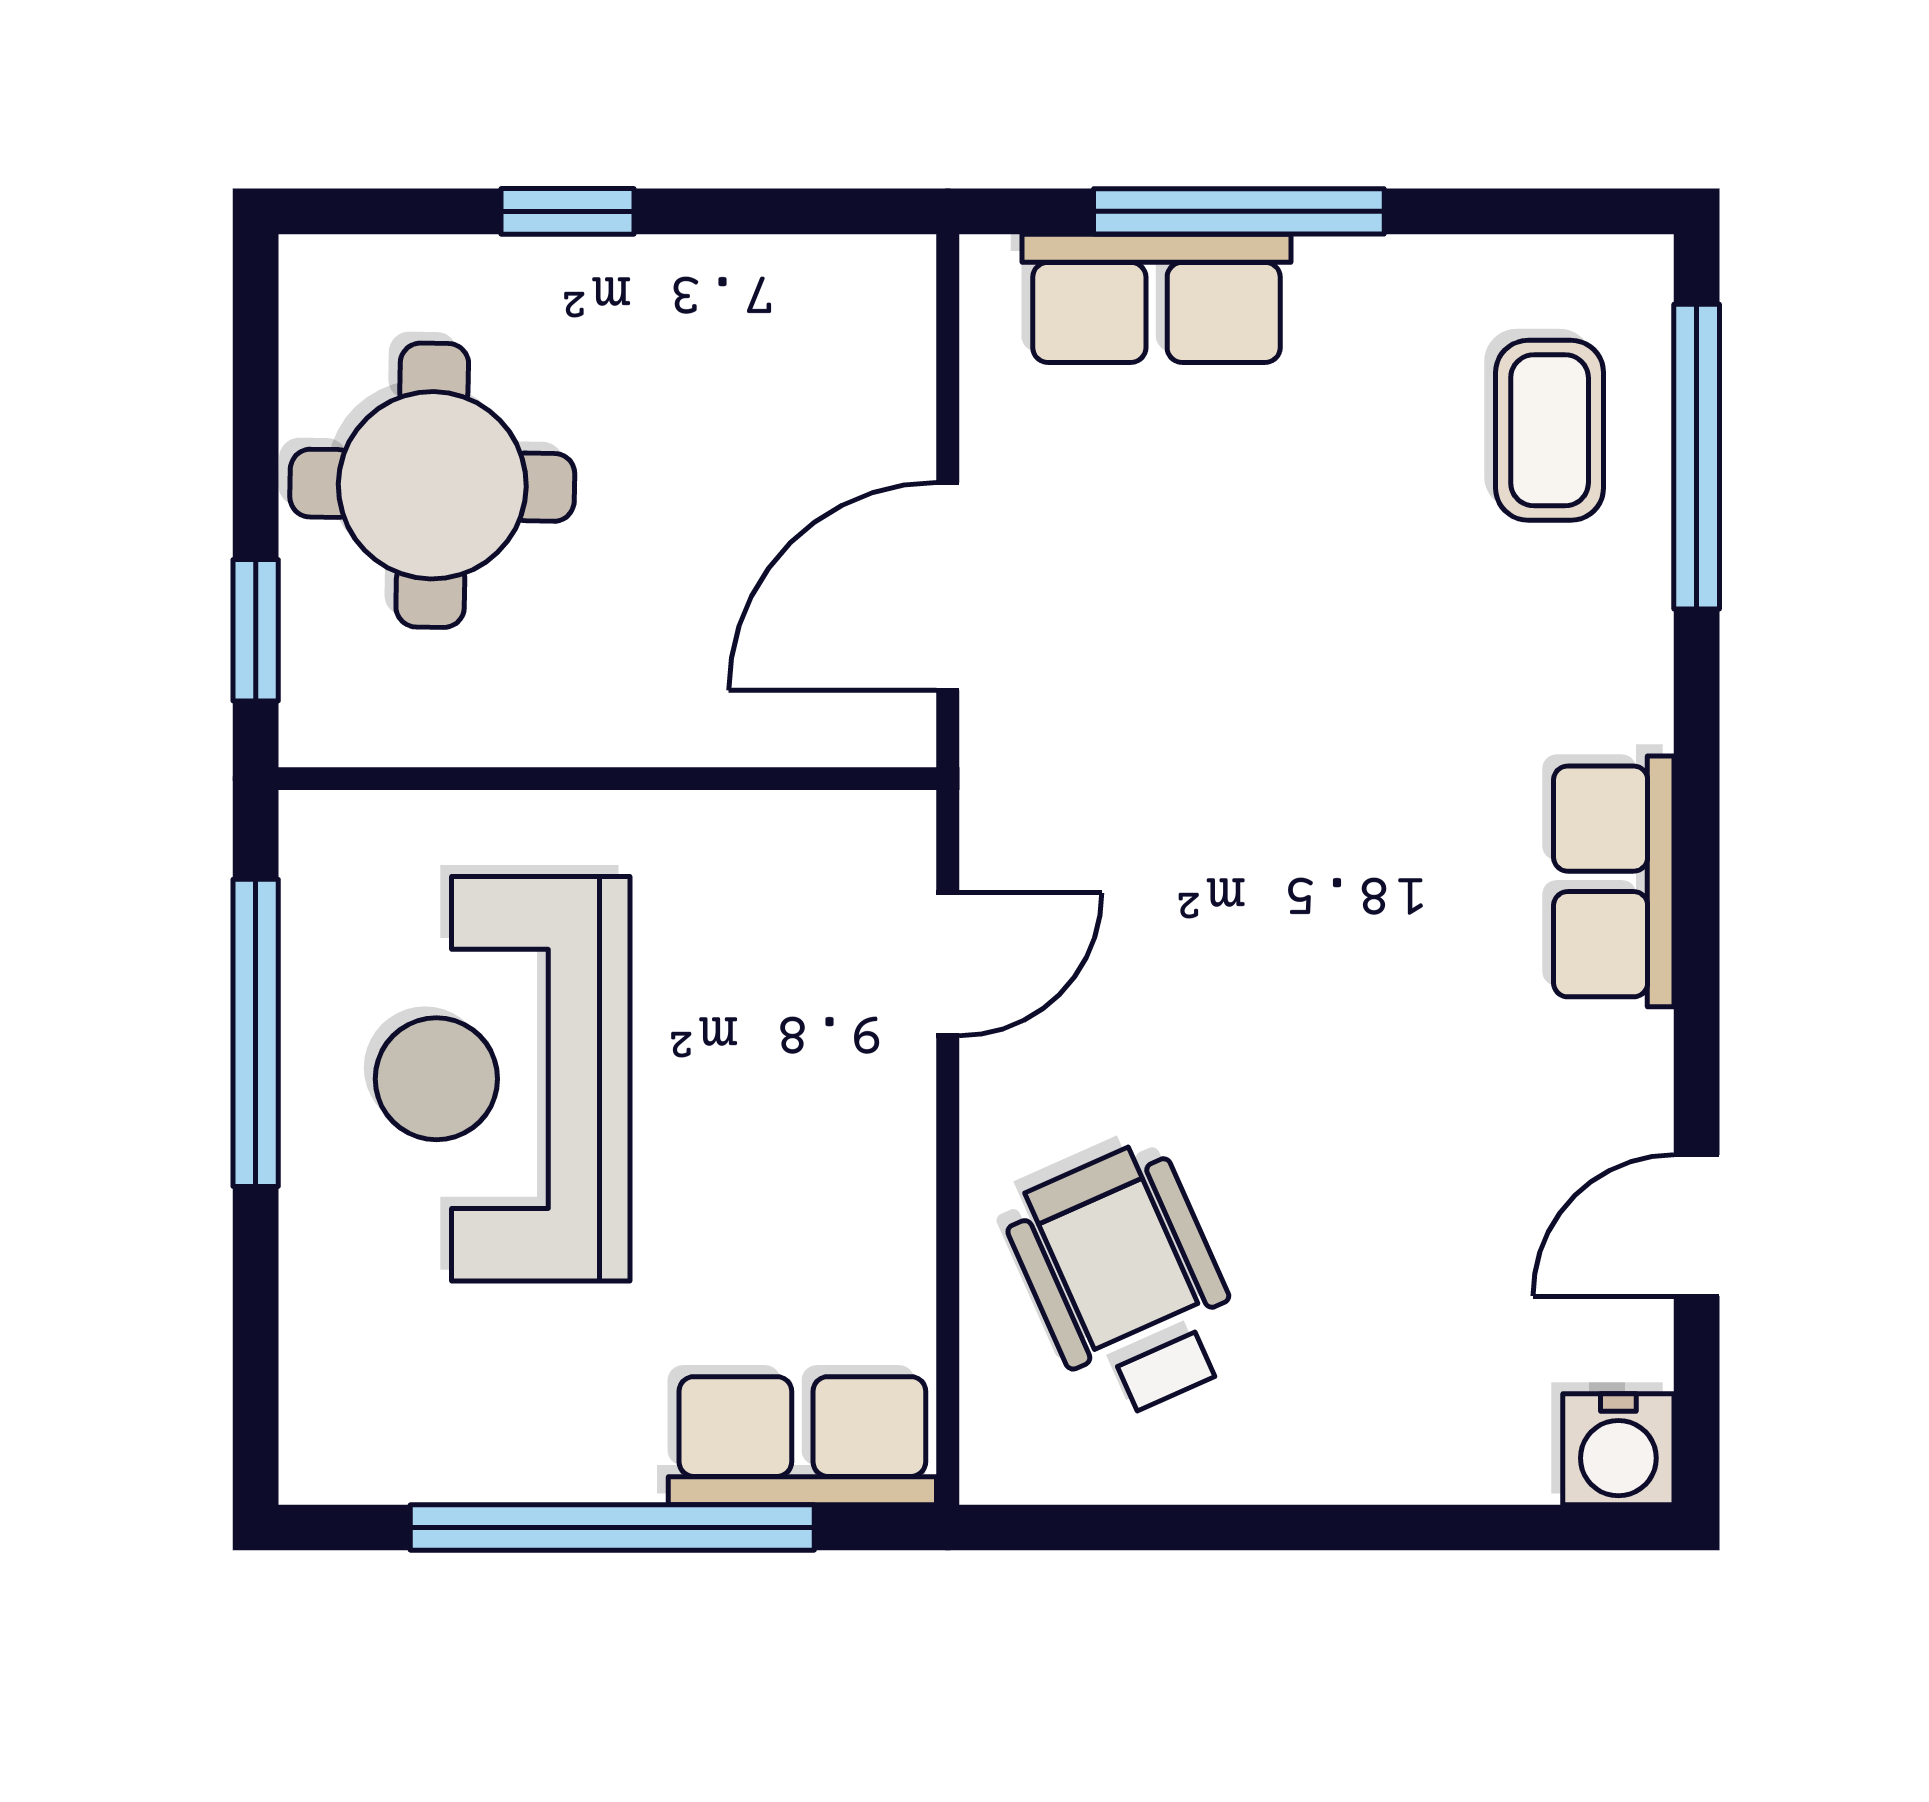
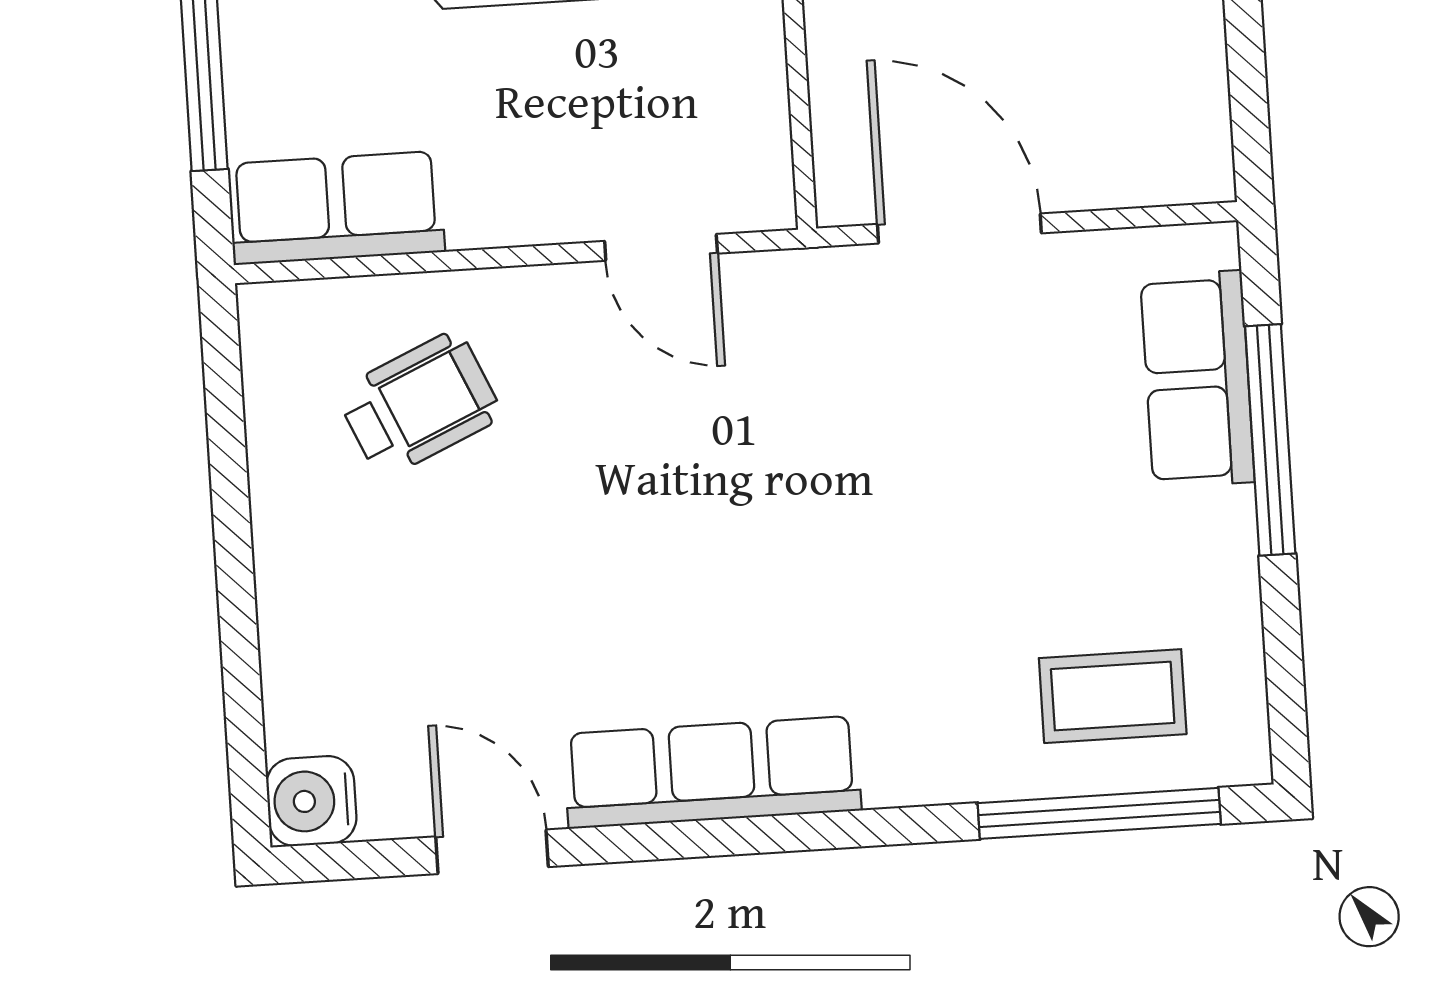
row of seats: (1614, 881) -> (712, 772), width x1.48
wheelchair: (1126, 1282) -> (419, 404), width x0.73, depth x0.73
row of seats: (802, 1441) -> (336, 208), moved, turned -90

